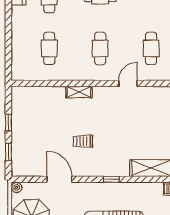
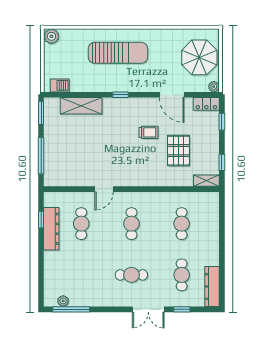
shelving: (79, 92) -> (206, 181), moved
window: (8, 123) -> (222, 162), moved
pallet: (53, 123) -> (178, 151), added
locker: (24, 170) -> (206, 104), added

